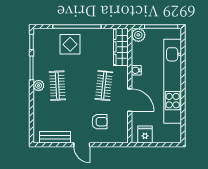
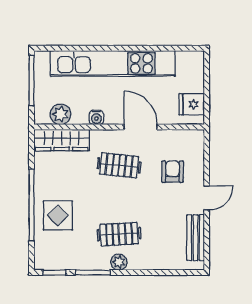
plant: (138, 35) -> (60, 114), moved
door: (130, 100) -> (141, 127), hinge flipped

